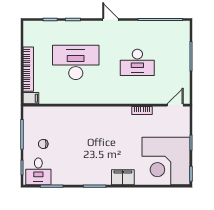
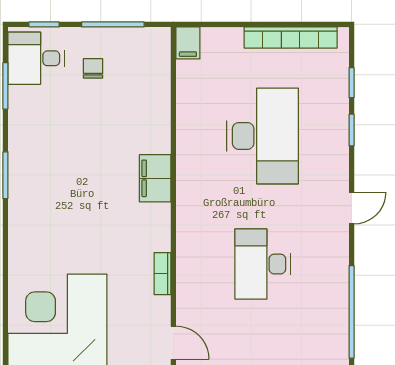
bookcase: (28, 69) -> (291, 37), moved
filing cabinet: (123, 177) -> (155, 178), moved, turned 180

